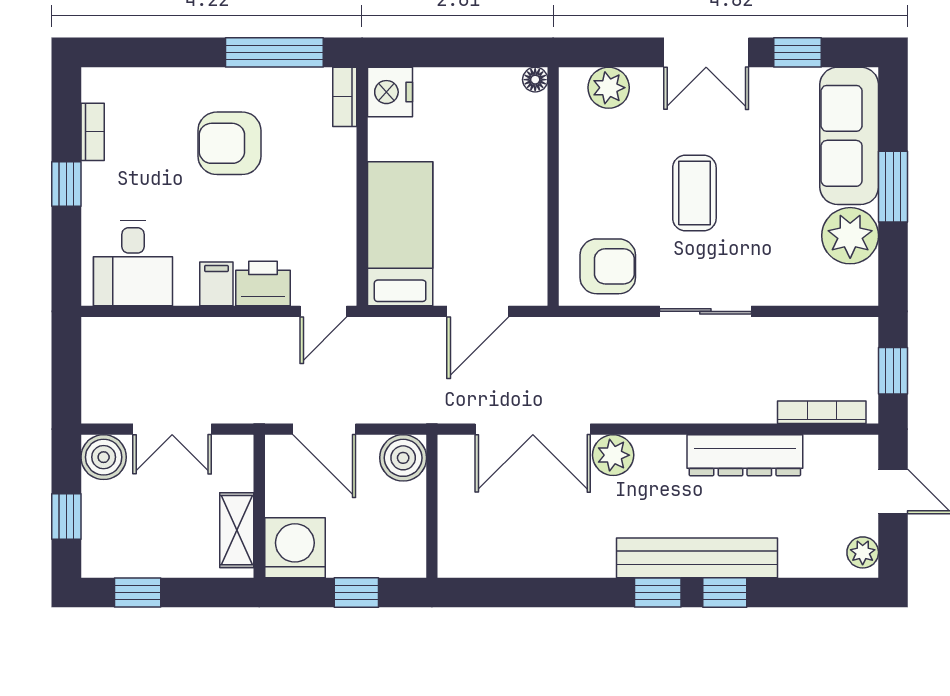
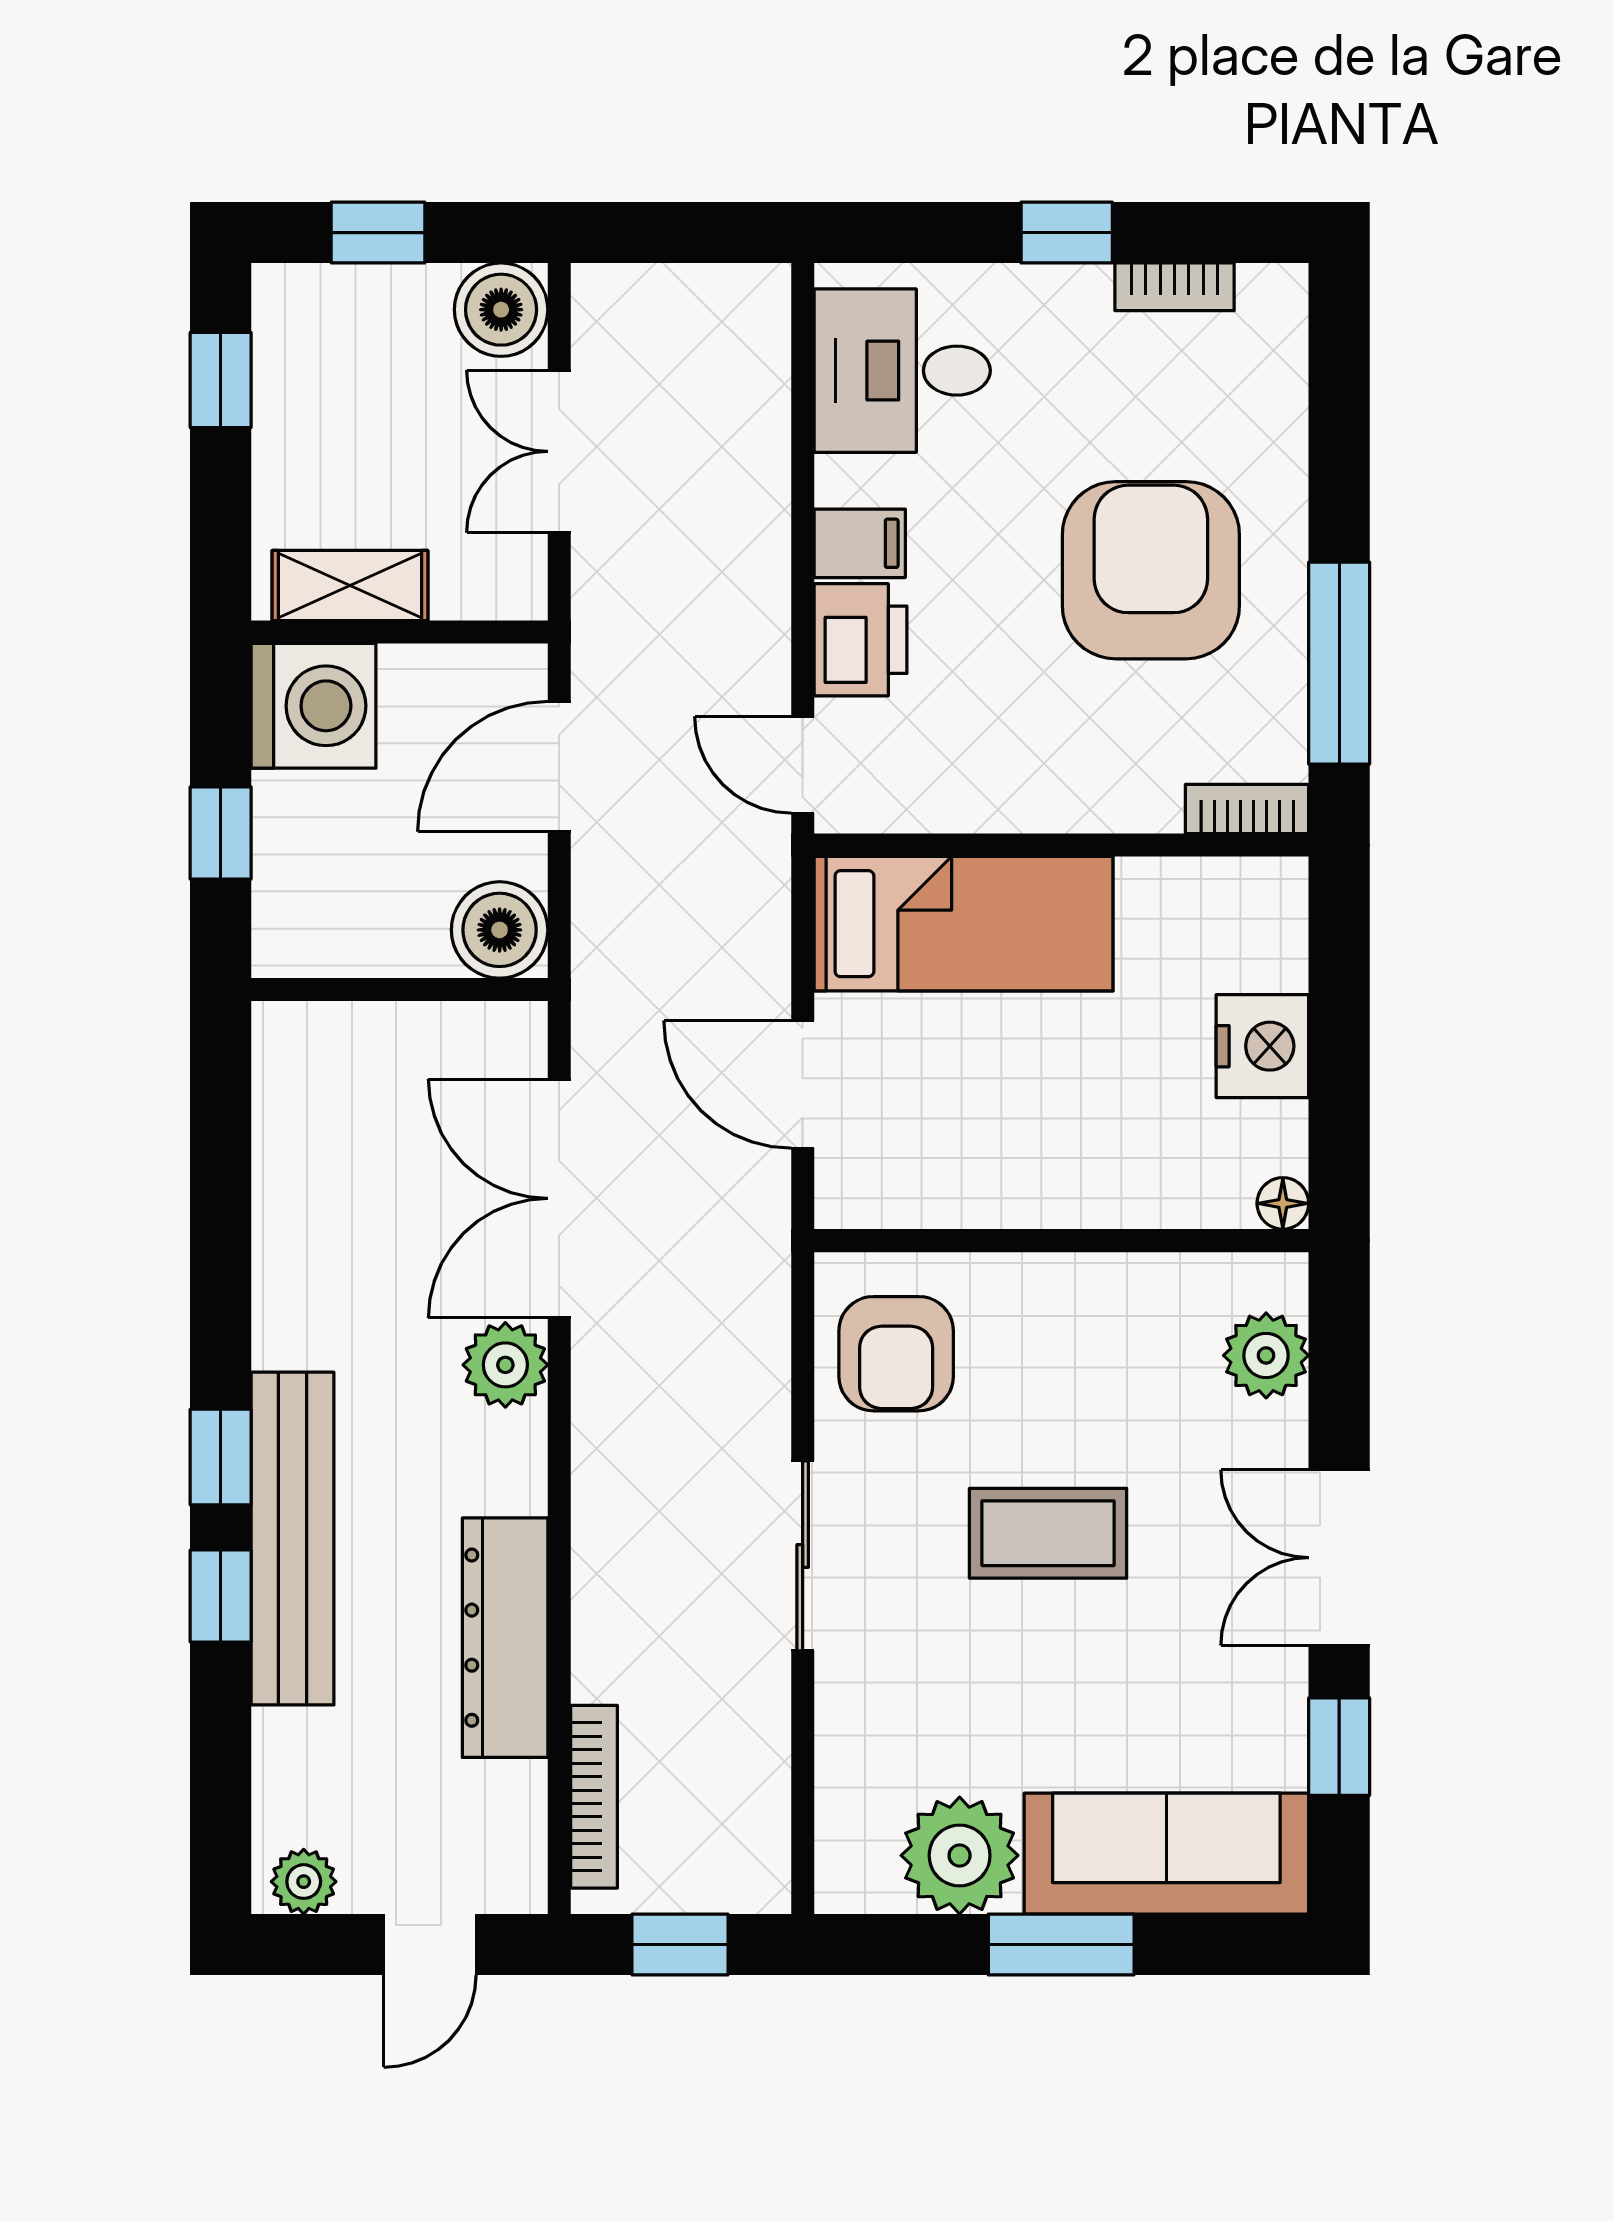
nightstand: (390, 92) -> (1262, 1046), moved, turned 90
armchair: (229, 143) -> (1151, 570), width x1.36, depth x1.36

